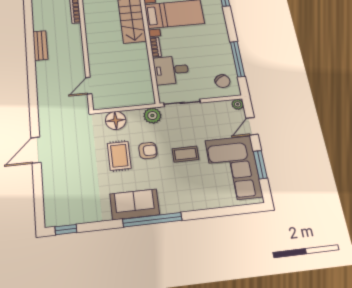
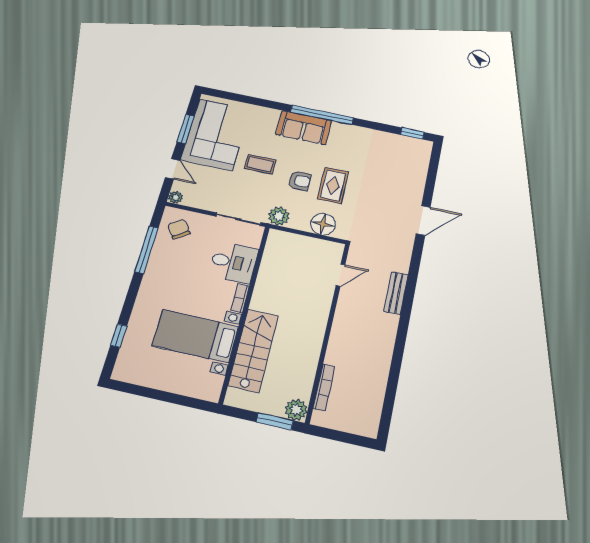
bench: (40, 45) -> (396, 293), moved
door: (252, 126) -> (173, 169), hinge flipped
armchair: (148, 151) -> (300, 181), turned 180
sofa: (135, 204) -> (304, 128), moved

